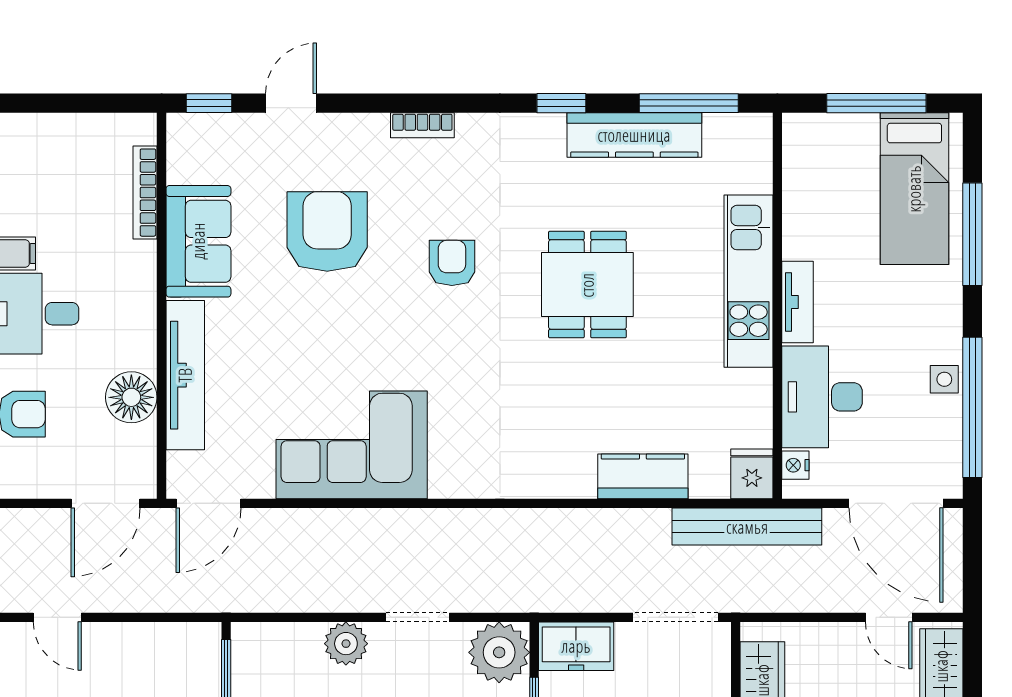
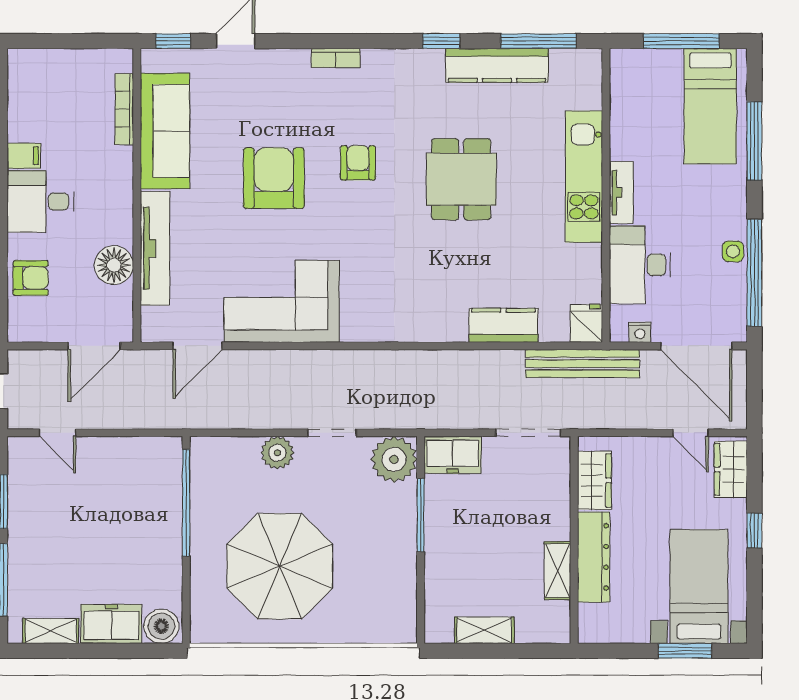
armchair: (327, 232) -> (274, 178), moved
sofa: (198, 241) -> (165, 131), width x1.36
nightstand: (795, 465) -> (640, 332), moved, turned -90
door: (208, 503) -> (198, 346), moved

